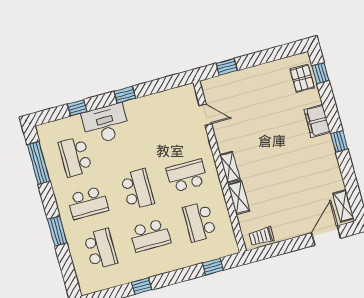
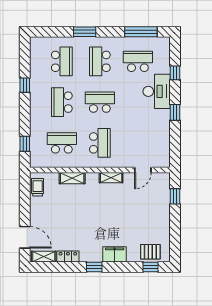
shelving: (230, 167) -> (111, 178), moved
locker: (335, 177) -> (68, 257), added
school desk: (137, 189) -> (100, 102), turned 180
school desk: (101, 249) -> (62, 61), turned -90

